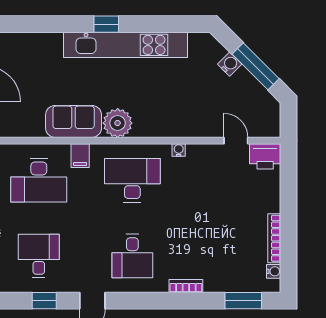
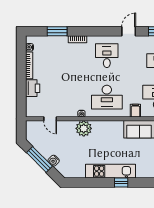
kitchen unit: (126, 45) -> (111, 171), width x0.73
plant: (118, 123) -> (84, 128), moved
printer: (265, 156) -> (33, 88), moved, turned 90
window: (243, 301) -> (57, 31), moved

